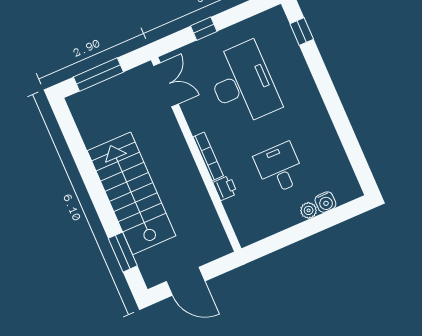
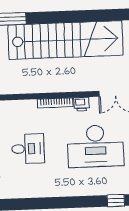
printer: (225, 188) -> (82, 104), moved
stairs: (132, 193) -> (65, 40), width x1.36

